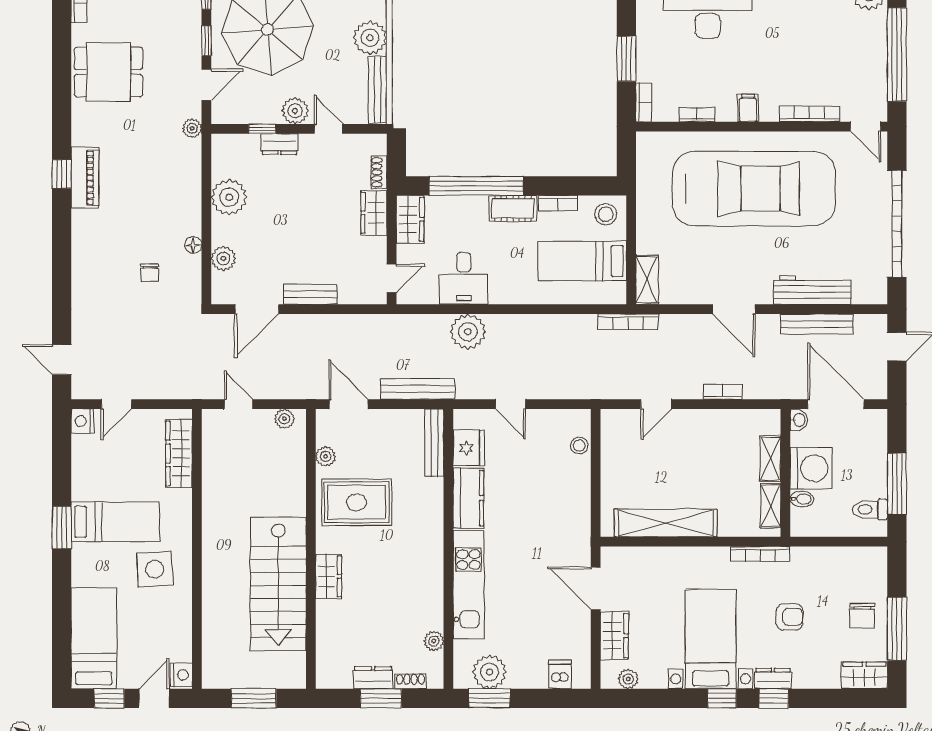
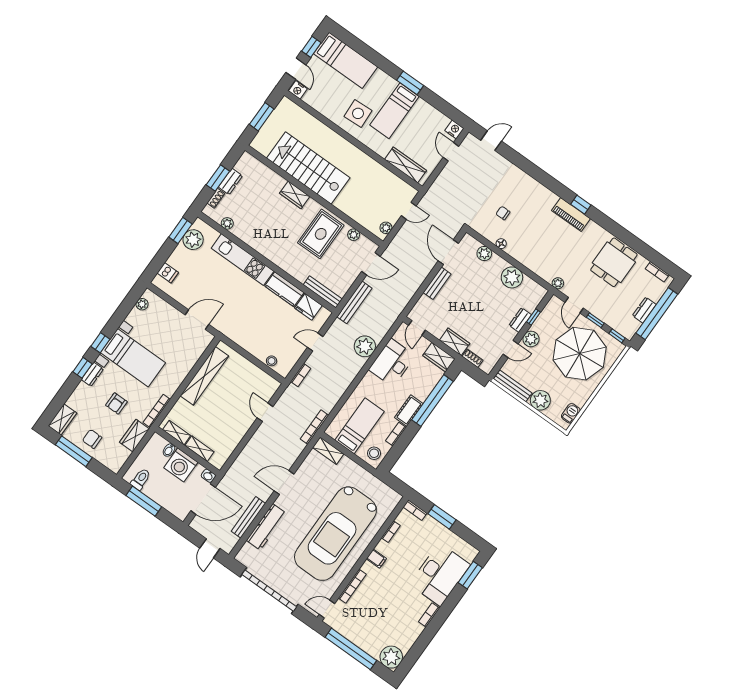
desk: (464, 278) -> (392, 363), width x1.37
bookcase: (723, 392) -> (301, 375), moved
wardrobe: (614, 636) -> (134, 436), moved, turned 90

